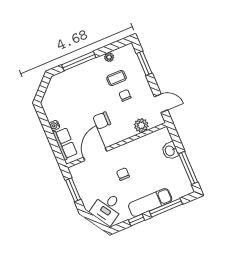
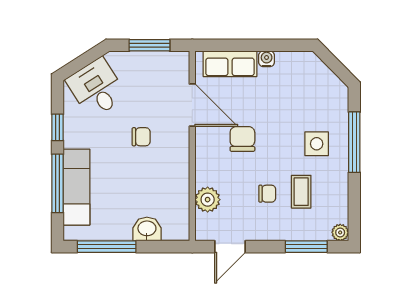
plant: (109, 57) -> (340, 232), moved
side table: (88, 81) -> (317, 144), added
exam couch: (150, 203) -> (76, 187), moved

